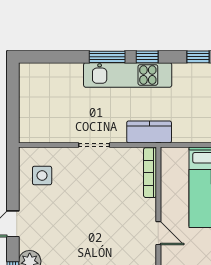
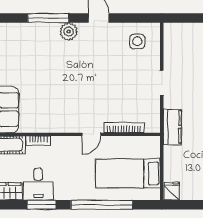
bookcase: (150, 173) -> (124, 128), moved

